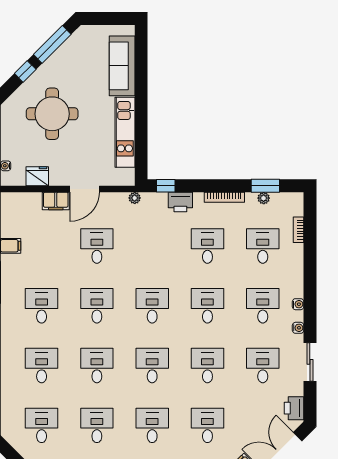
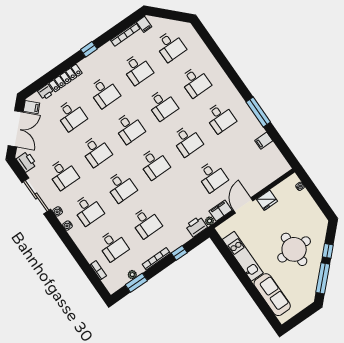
round table: (52, 114) -> (294, 249), moved
fridge: (37, 176) -> (267, 200), moved
window: (166, 186) -> (179, 253), moved
filing cabinet: (56, 201) -> (221, 211), moved
printer: (180, 202) -> (196, 226), moved
sliding door: (310, 362) -> (36, 196), width x1.37

